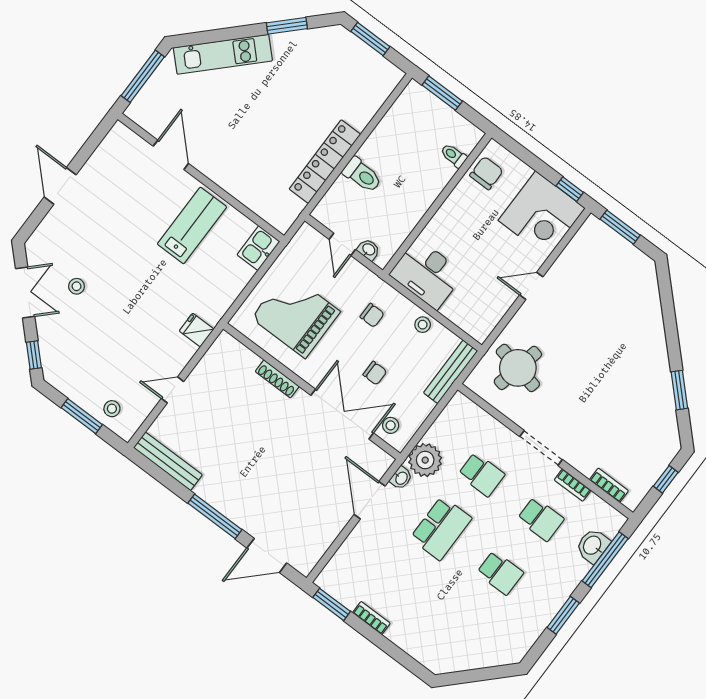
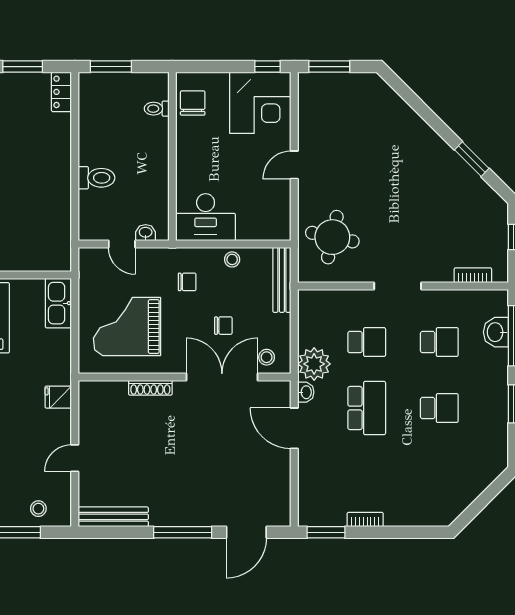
locker: (325, 162) -> (61, 92), moved, width x0.46, depth x0.83
kitchen sink: (258, 248) -> (58, 303), width x1.38
bookcase: (573, 485) -> (444, 296), removed

